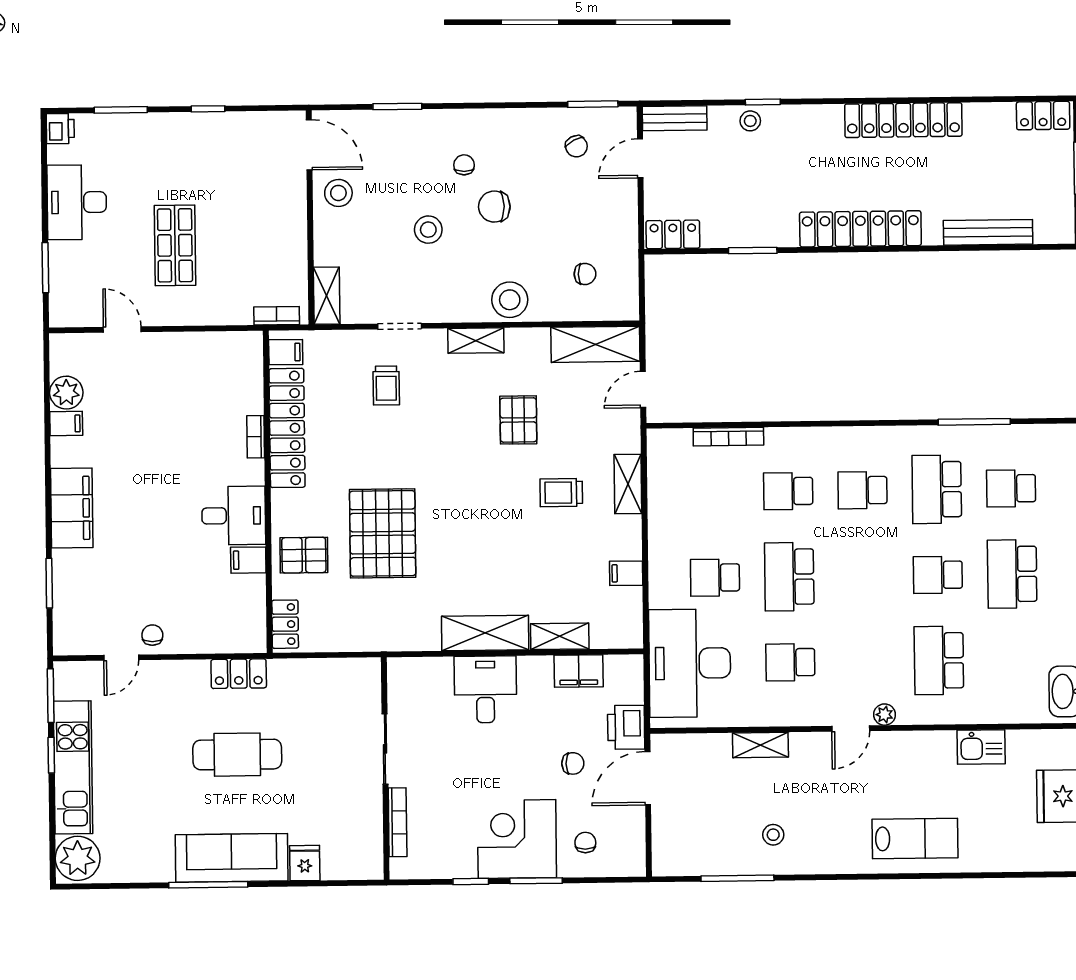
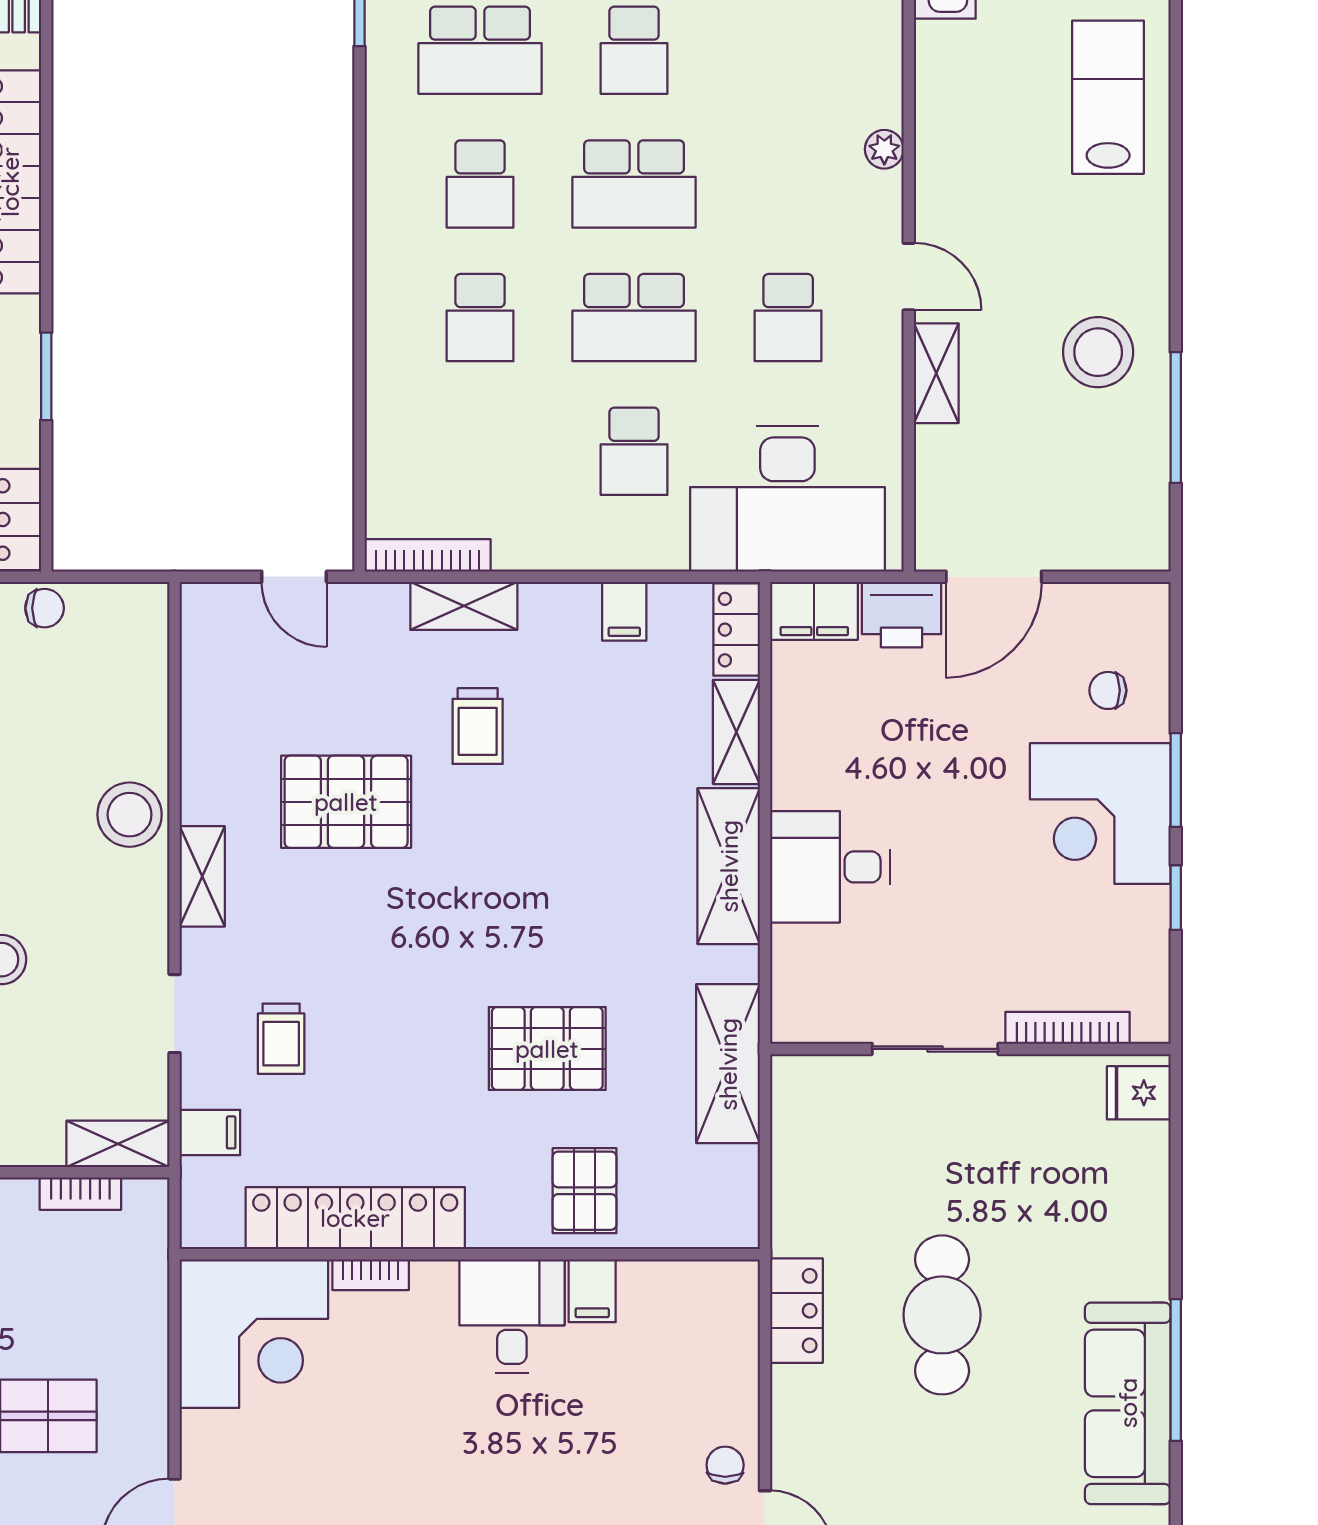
chair: (585, 274) -> (45, 608), moved, turned 90
bookcase: (277, 316) -> (80, 1194), moved, turned -90
shelving: (595, 344) -> (728, 1064), moved
filing cabinet: (286, 352) -> (210, 1132), moved, turned 90
corner desk: (222, 372) -> (254, 1334), added
trolley: (386, 385) -> (281, 1039), turned 90
pallet: (518, 420) -> (346, 802), width x1.50, depth x1.42
bookcase: (728, 437) -> (428, 555), moved, turned -90
pallet: (383, 533) -> (547, 1049), width x0.73, depth x0.71
locker: (285, 624) -> (737, 630), moved, turned -90
chair: (152, 635) -> (725, 1465), turned 90
school desk: (939, 660) -> (634, 184), moved
filing cabinet: (579, 671) -> (814, 611), moved, turned 90
door: (851, 729) -> (909, 277), moved
chair: (573, 763) -> (965, 711), removed
door: (648, 778) -> (994, 577), hinge flipped
stool: (773, 835) -> (1098, 352), width x1.89, depth x1.89
sofa: (232, 858) -> (1128, 1403), moved
fridge: (305, 863) -> (1139, 1093), moved

